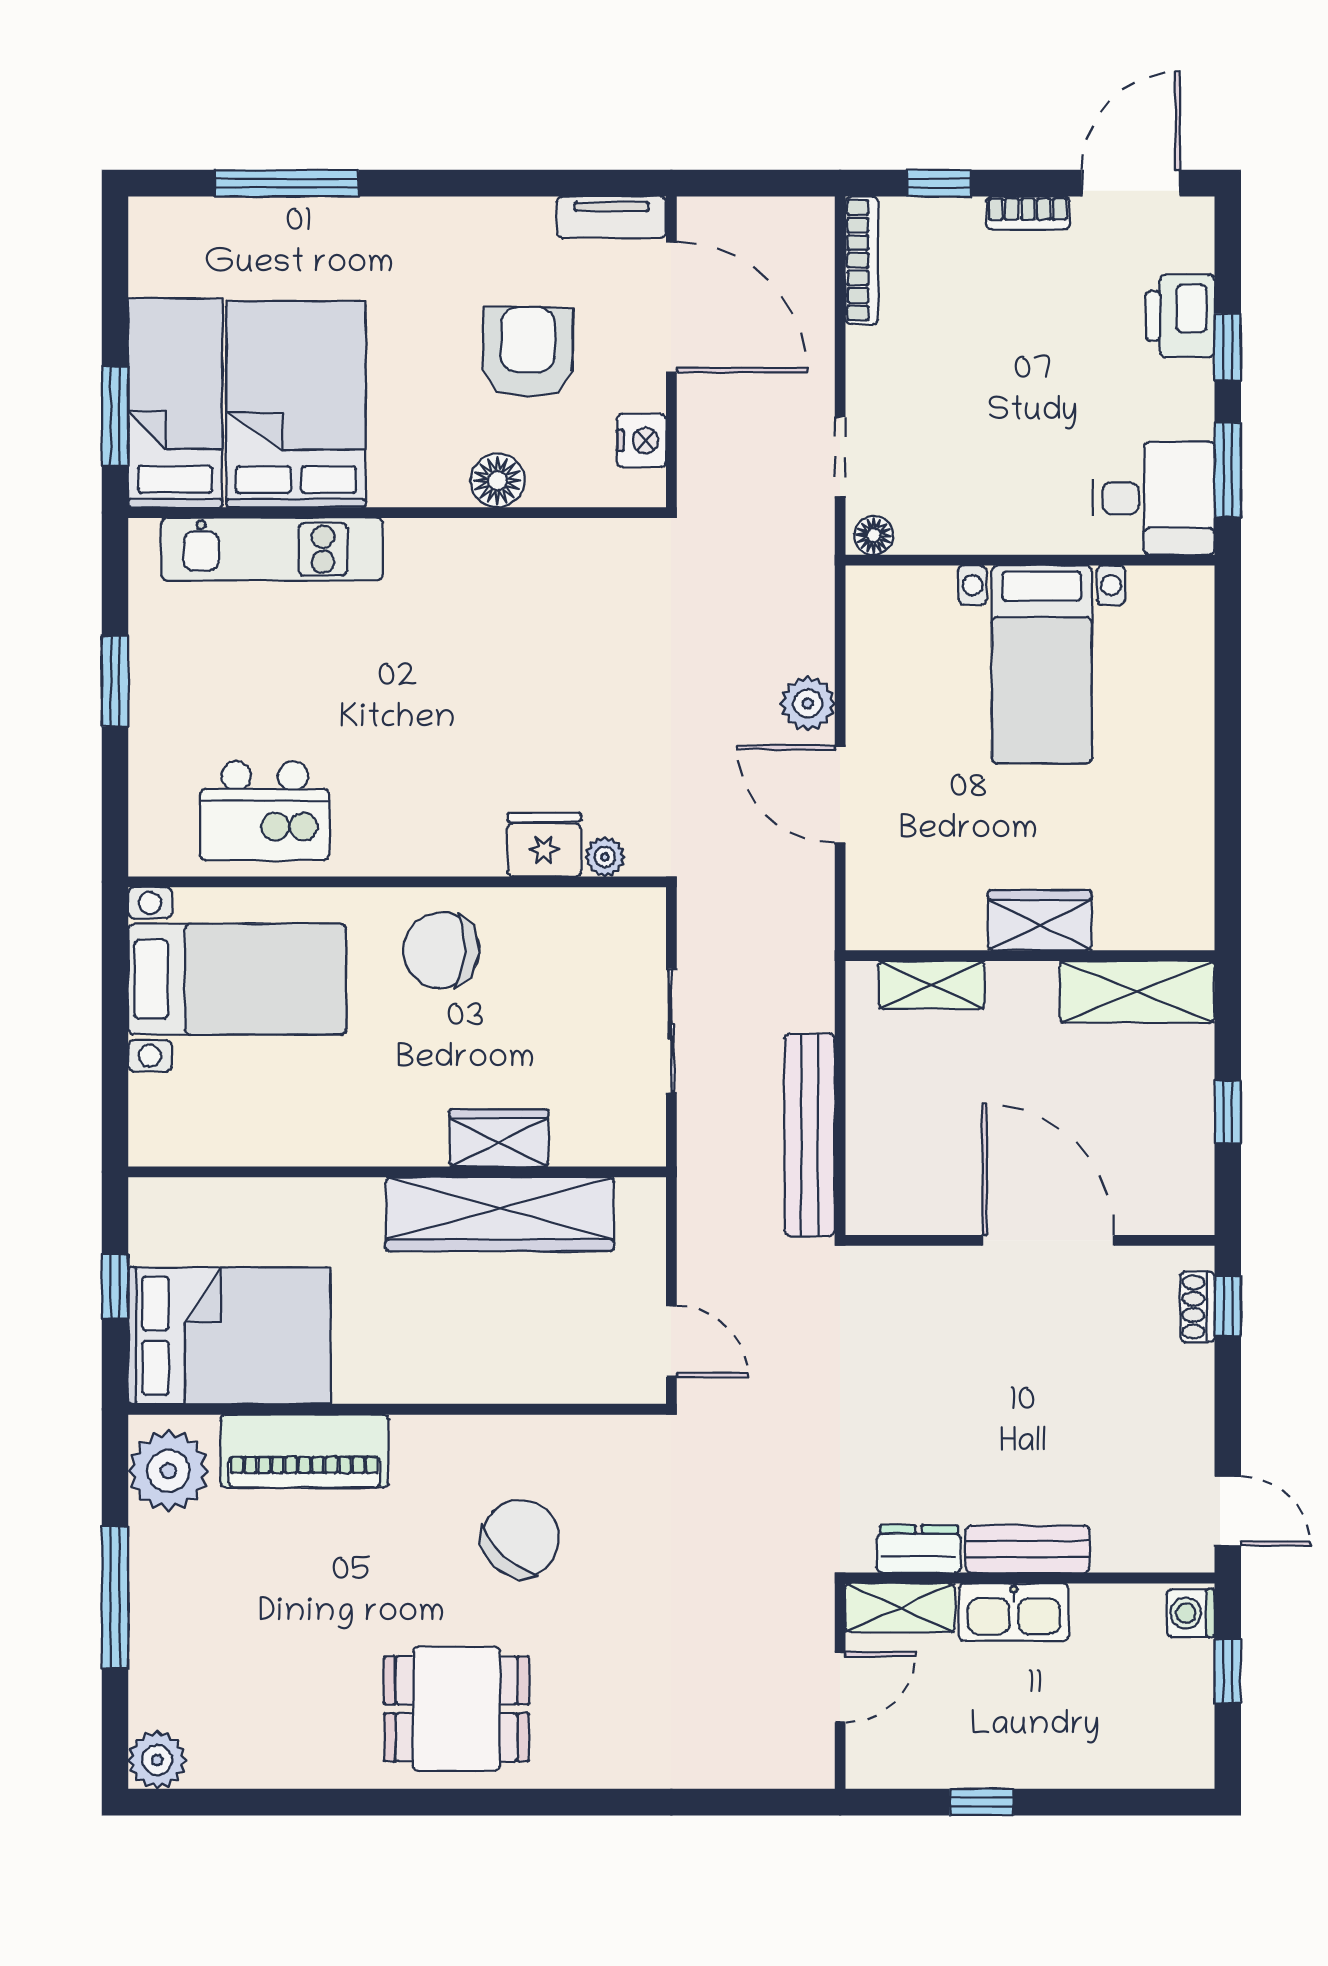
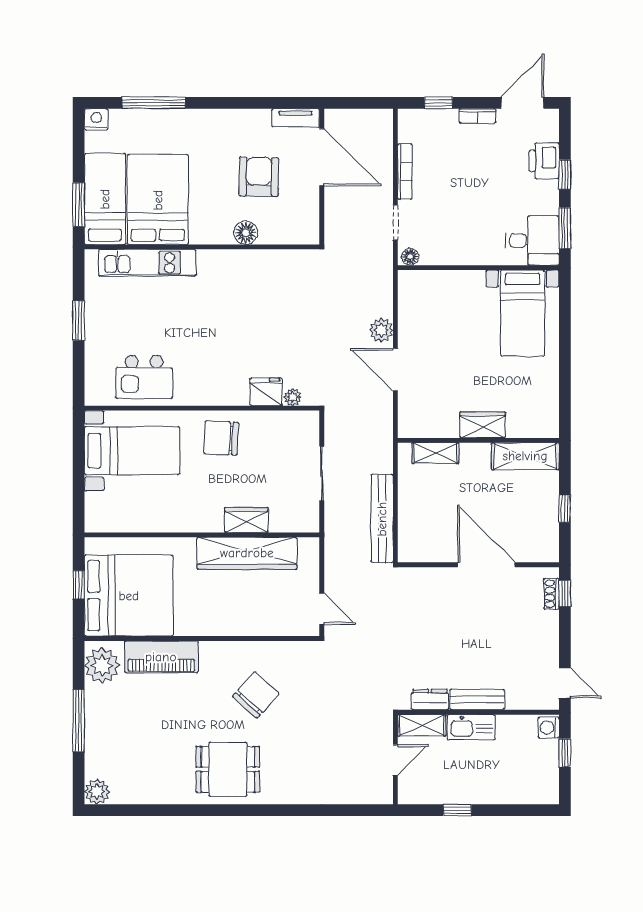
bookcase: (862, 260) -> (405, 172), moved
nightstand: (641, 441) -> (96, 119), moved, turned -90
bed with nightstands: (1042, 664) -> (522, 313), moved
bed: (229, 1336) -> (129, 596), width x1.36

